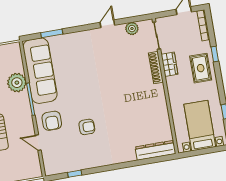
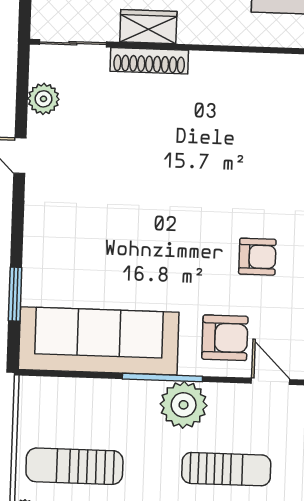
plant: (17, 83) -> (184, 405), moved
armchair: (87, 127) -> (257, 257), turned 90
door: (38, 143) -> (271, 381), swing flipped

